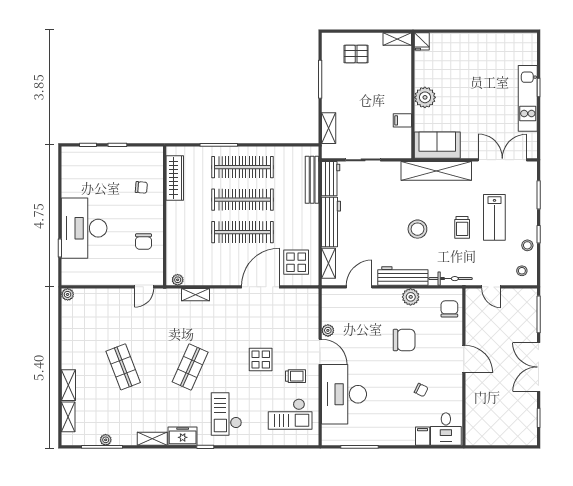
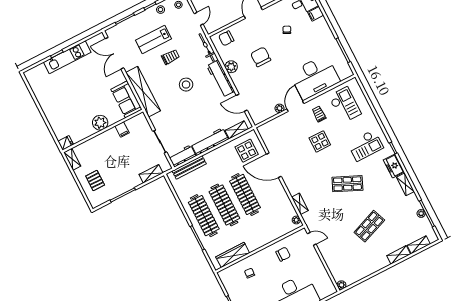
lab bench: (494, 217) -> (154, 40), turned 180

